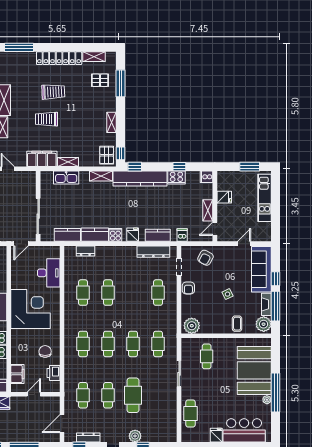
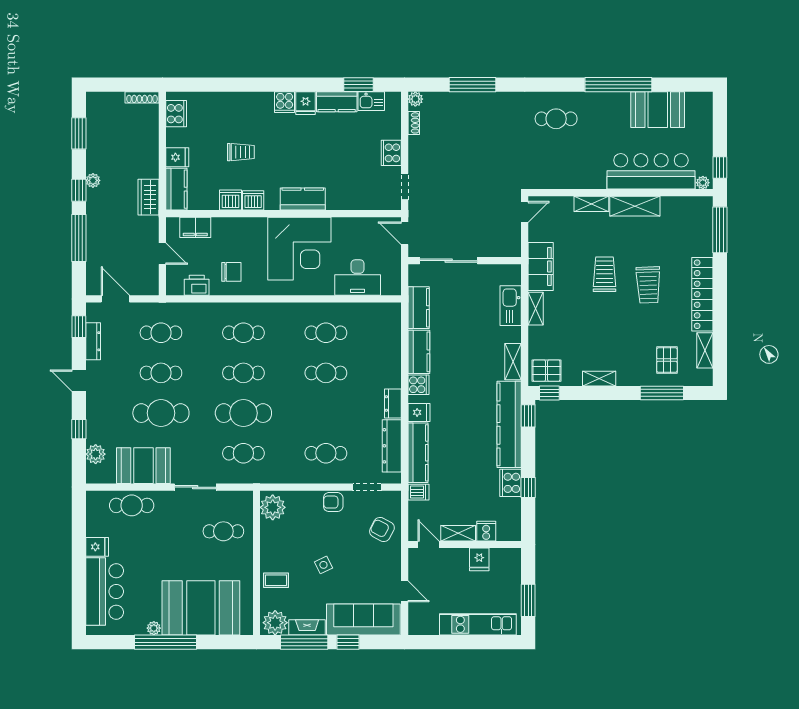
cooker: (206, 177) -> (486, 531), moved
kitchen counter: (158, 235) -> (418, 453), width x1.50
dresser: (85, 251) -> (393, 404), moved
cafe table: (133, 344) -> (243, 413), width x1.37, depth x1.35
booth: (166, 406) -> (143, 466), added
plant: (135, 436) -> (96, 454), moved

